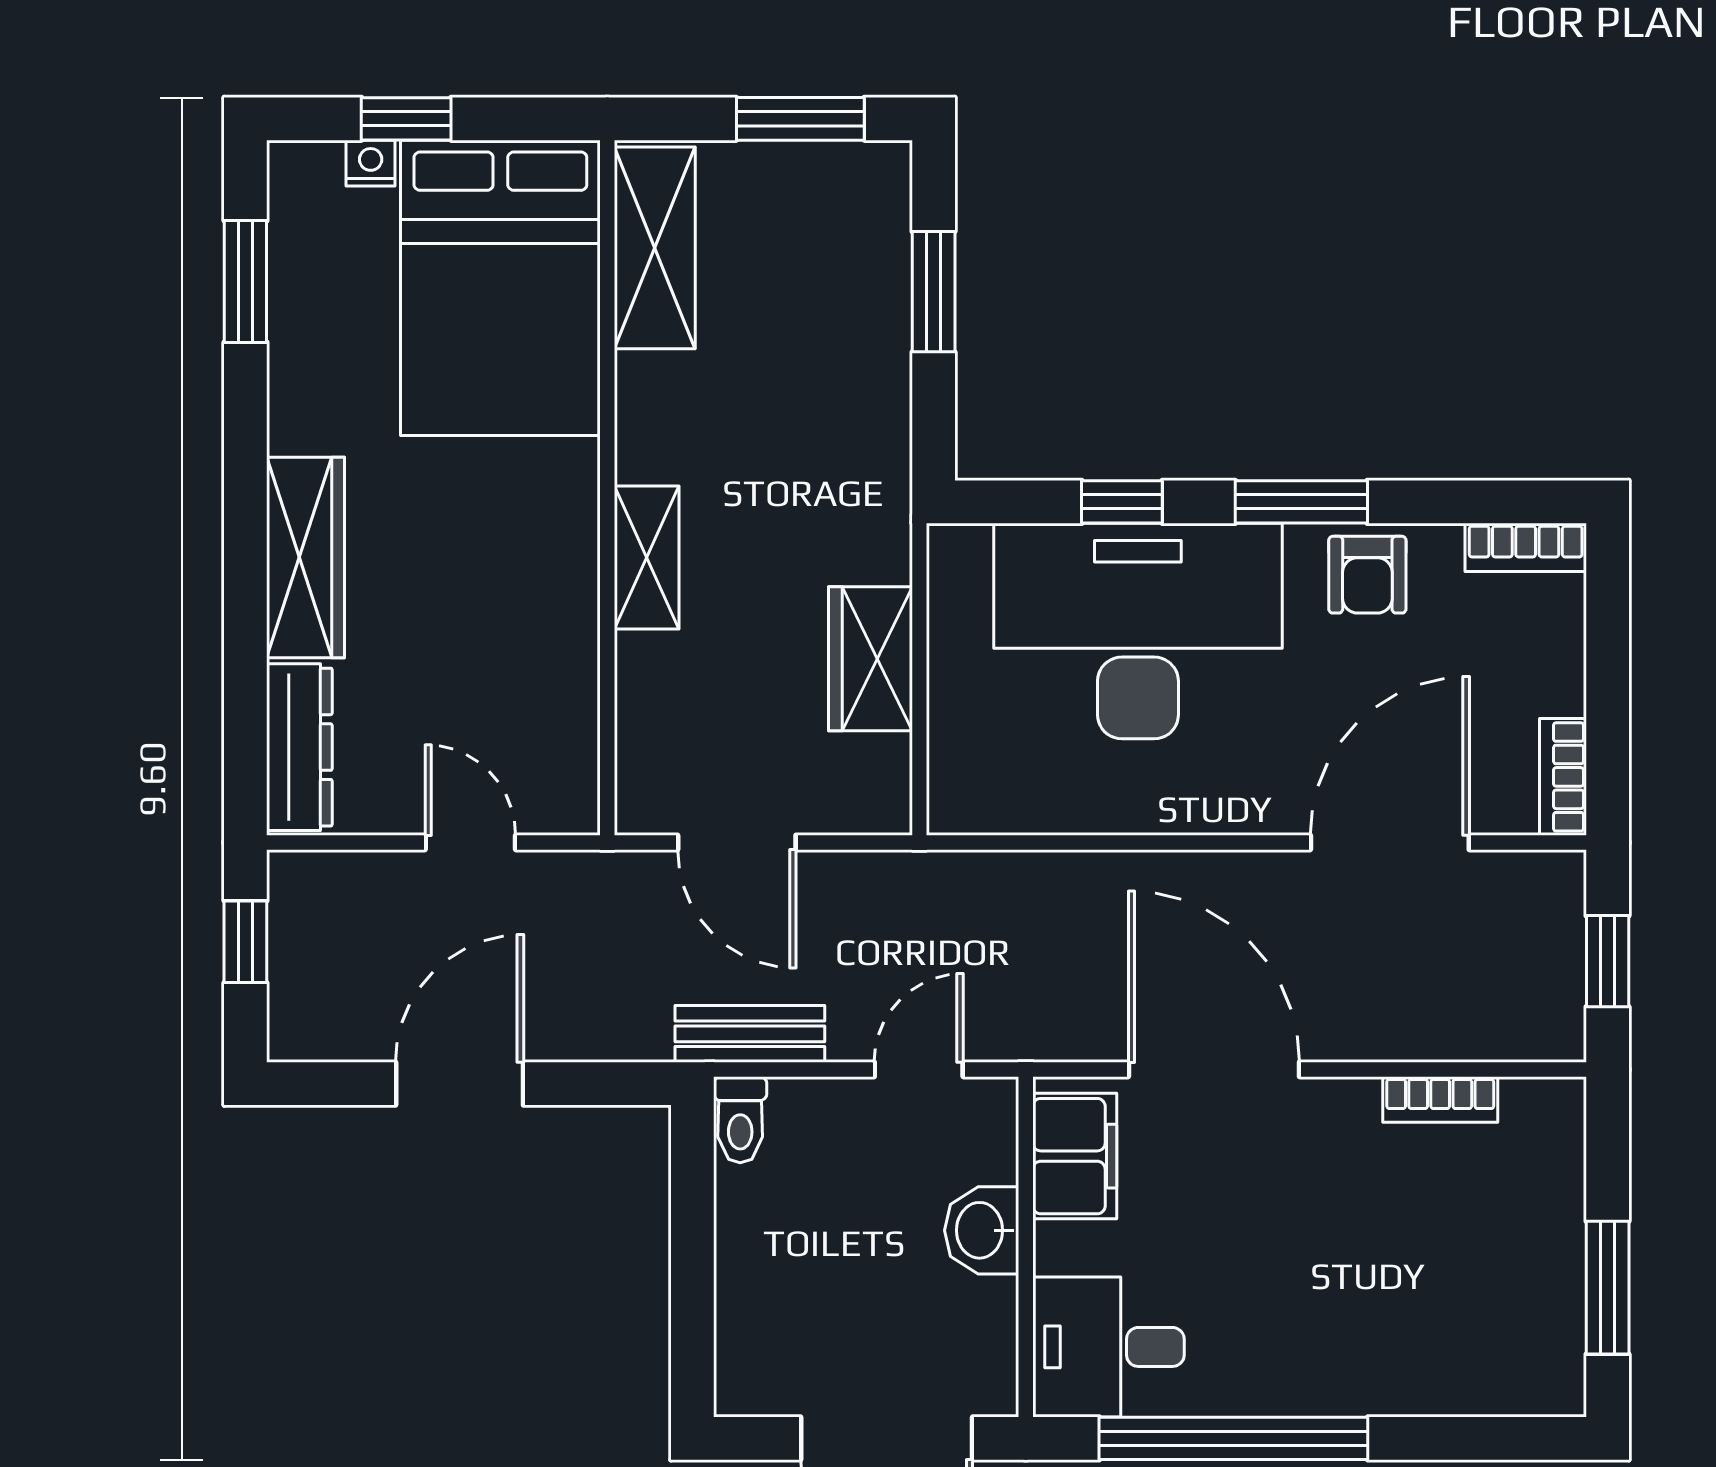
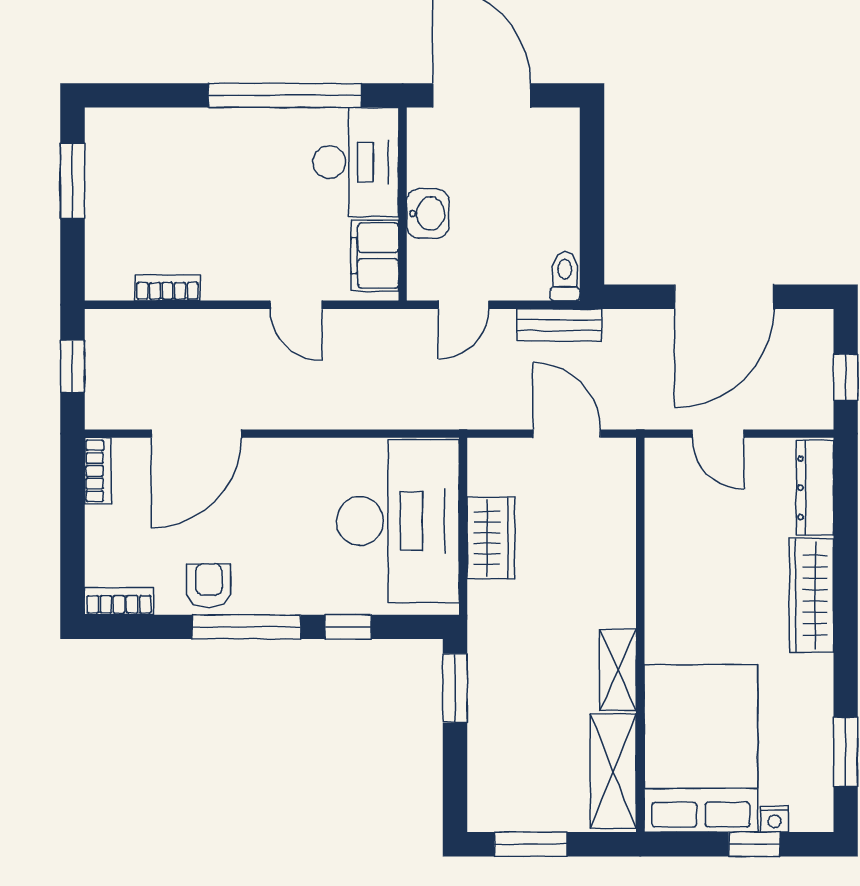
window: (934, 292) -> (455, 688), moved
window: (1301, 502) -> (246, 627), width x1.44
shelving: (647, 558) -> (618, 670), moved
desk: (1138, 631) -> (398, 521), moved, turned -90
door: (1214, 1069) -> (296, 305), width x0.53
door: (460, 1084) -> (724, 297), width x1.36
desk: (1108, 1347) -> (356, 162), width x1.37

